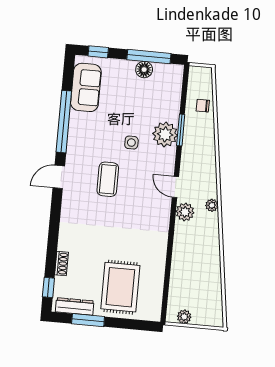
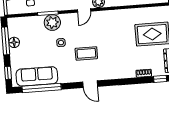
sofa: (86, 87) -> (37, 76), width x1.36
window: (64, 122) -> (42, 88), moved

